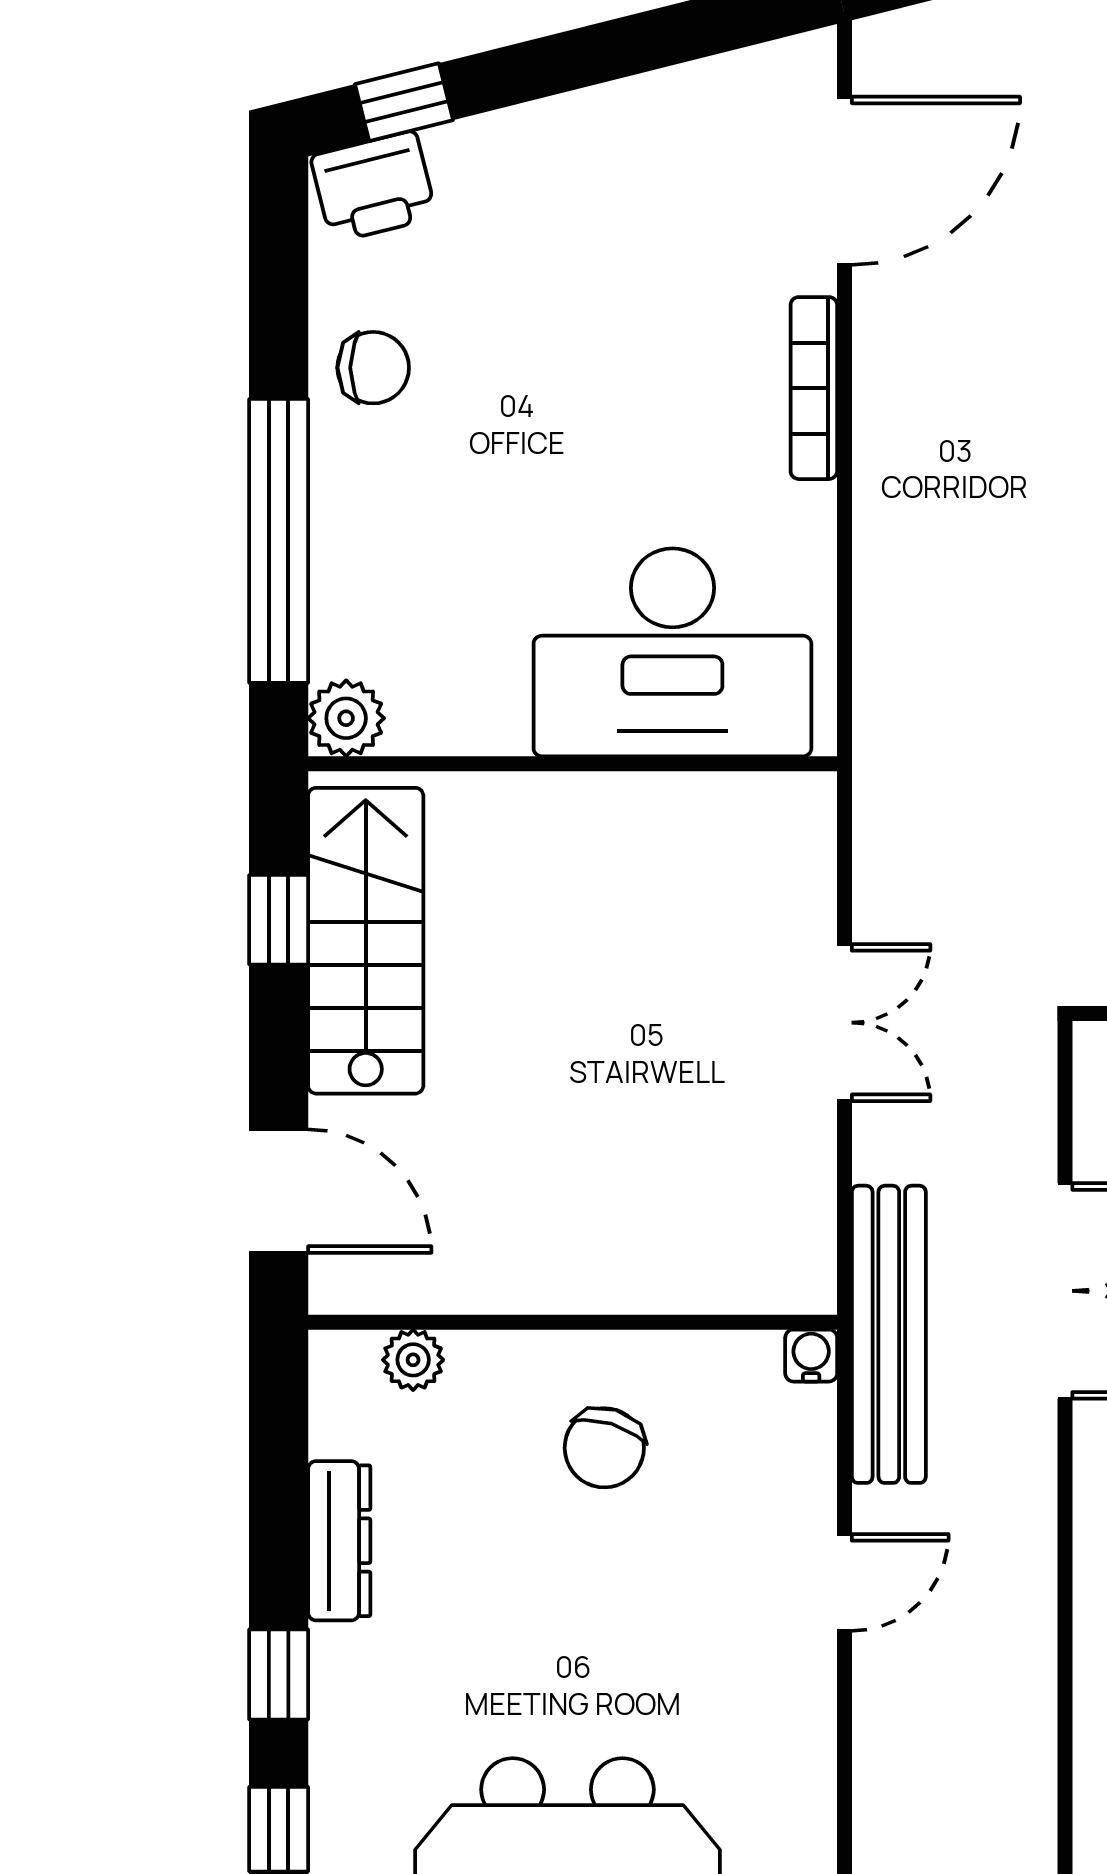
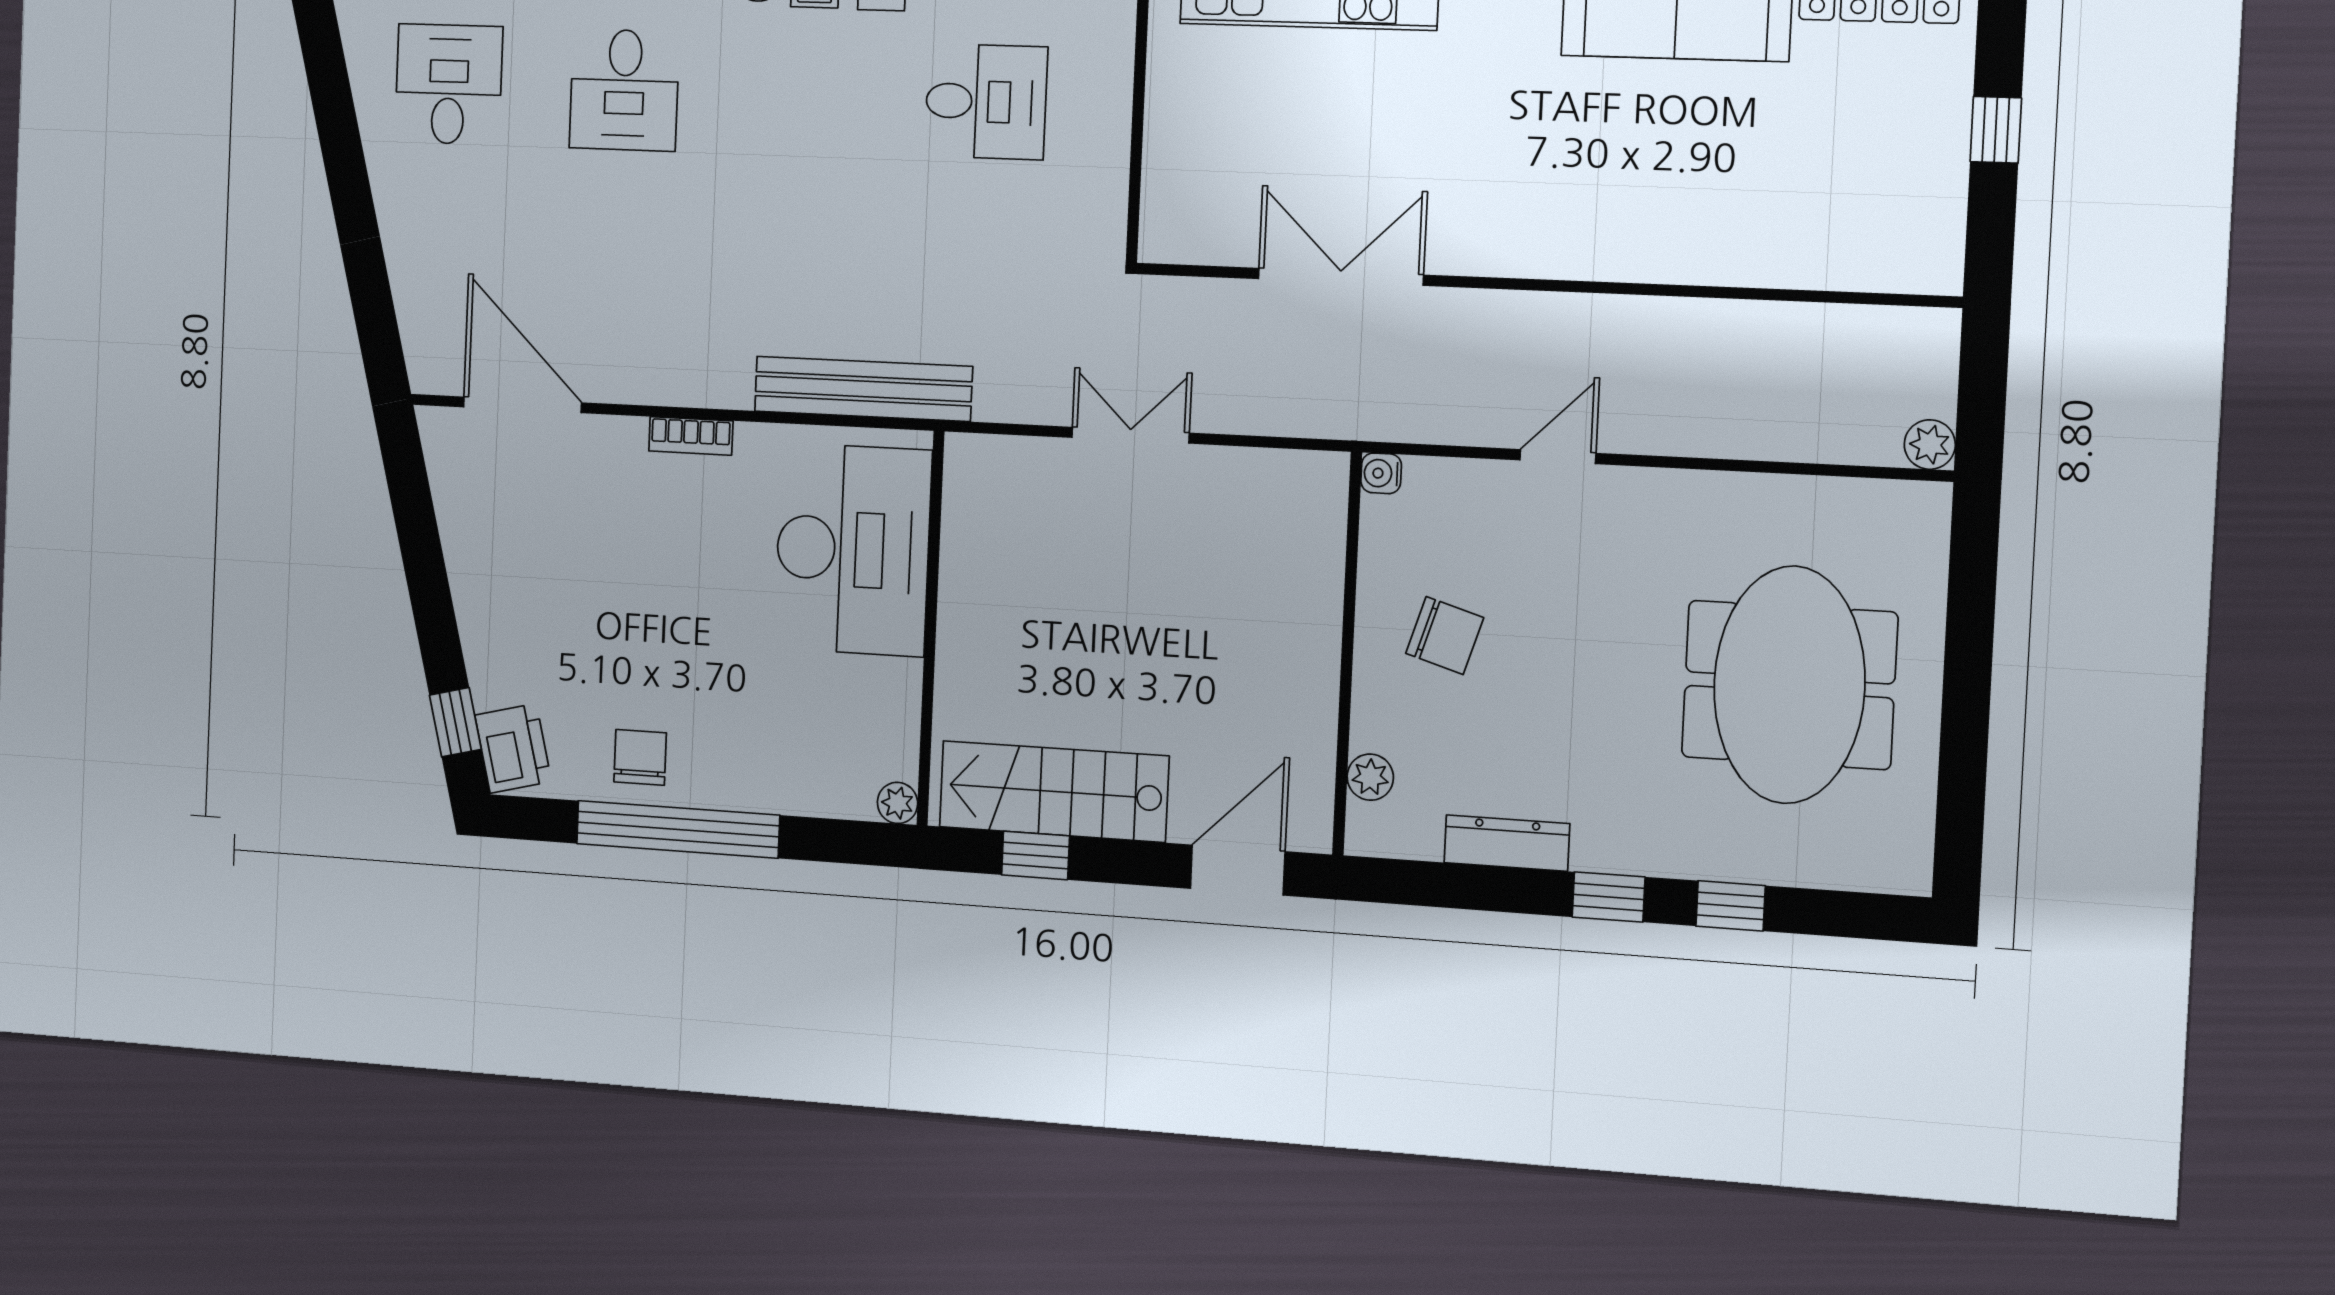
bookcase: (814, 388) -> (691, 436), width x0.64
window: (279, 541) -> (678, 829), moved
plant: (346, 718) -> (897, 803), width x0.73, depth x0.73
bench: (889, 1334) -> (863, 389), moved
door: (844, 1582) -> (1558, 457), hinge flipped

